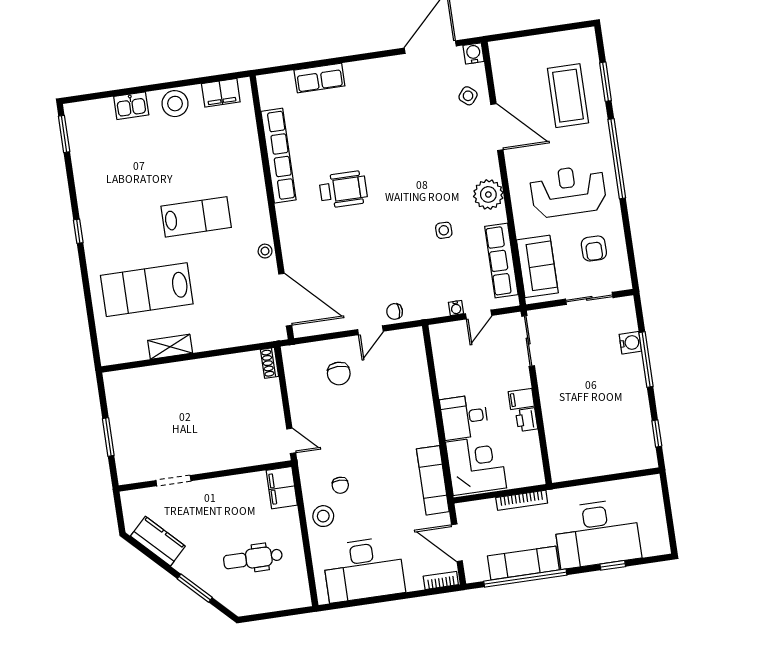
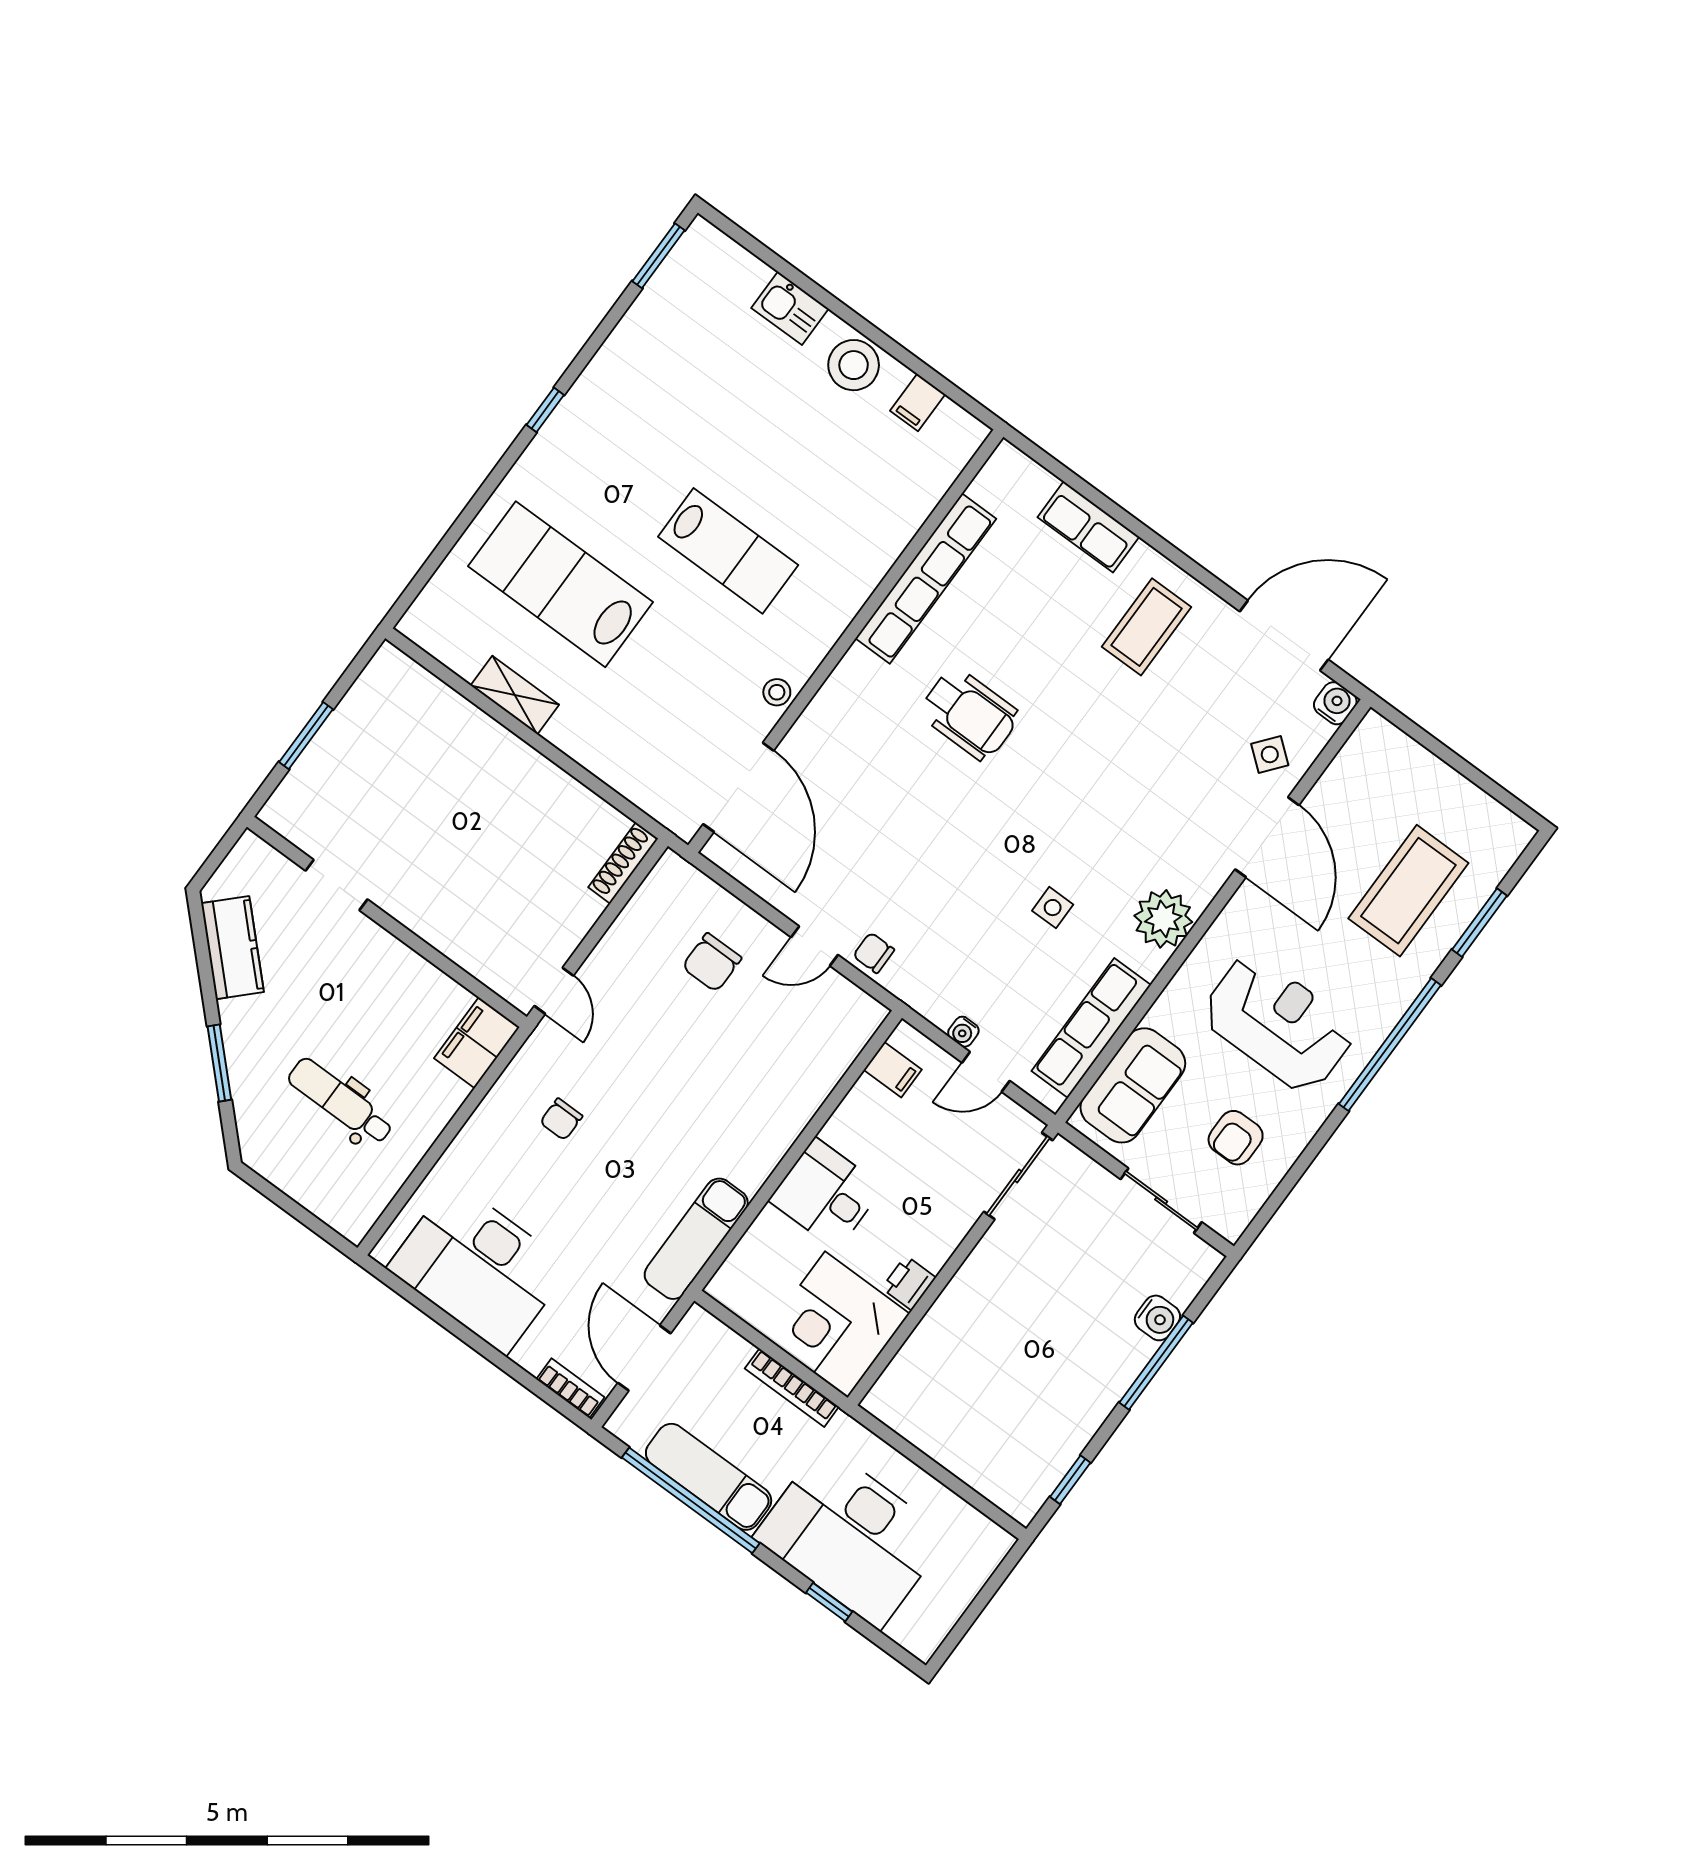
filing cabinet: (221, 93) -> (918, 403), width x0.50
coffee table: (377, 94) -> (1146, 627), added
shoe rack: (270, 363) -> (623, 863), width x1.43
filing cabinet: (521, 399) -> (893, 1070), moved, turned 180
corner desk: (476, 465) -> (836, 1325), moved, turned 180
stool: (323, 516) -> (496, 1139), removed

